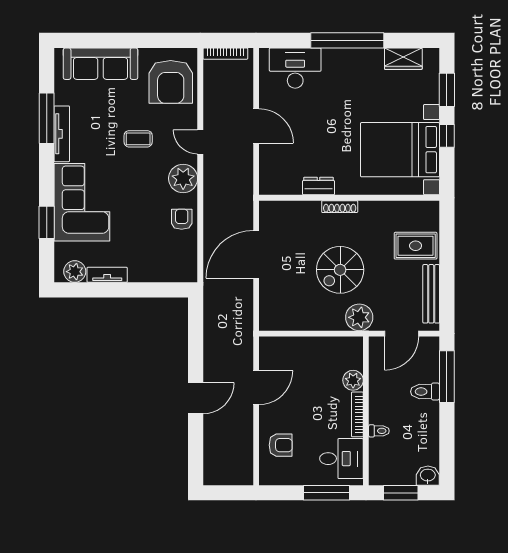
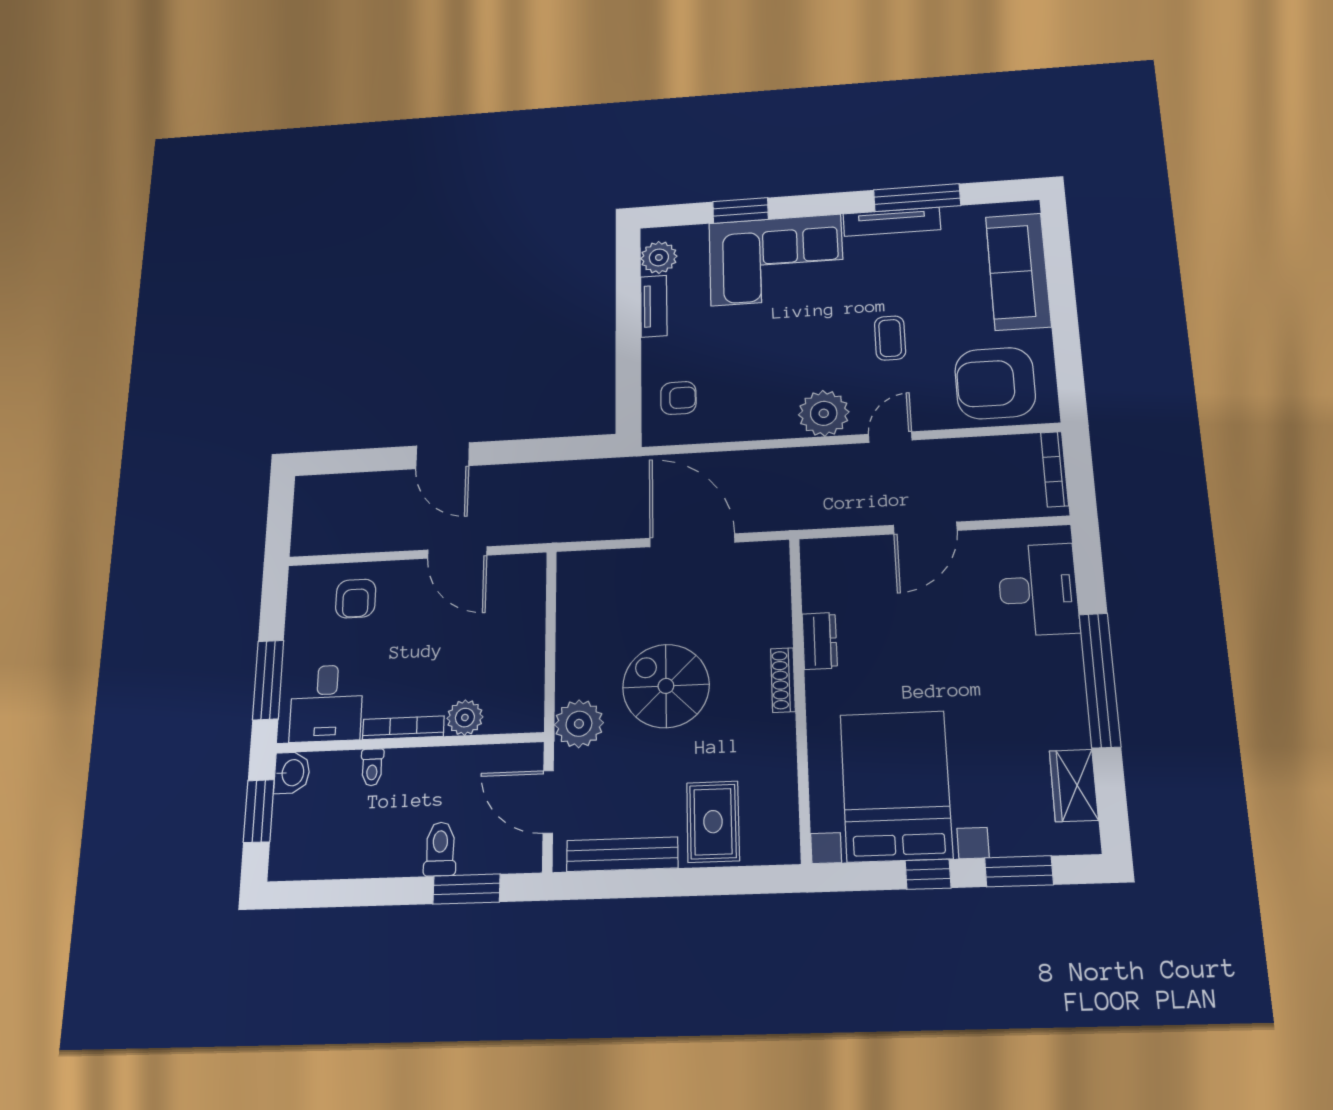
armchair: (182, 219) -> (678, 398), moved
window: (447, 377) -> (467, 889), width x0.69
washbasin: (428, 476) -> (292, 773), moved

